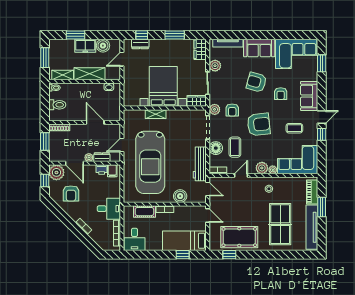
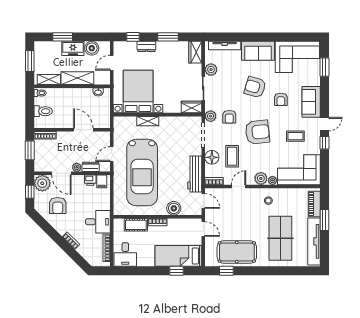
dresser: (140, 44) -> (146, 46), moved
bed with nightstands: (163, 86) -> (138, 92), moved

